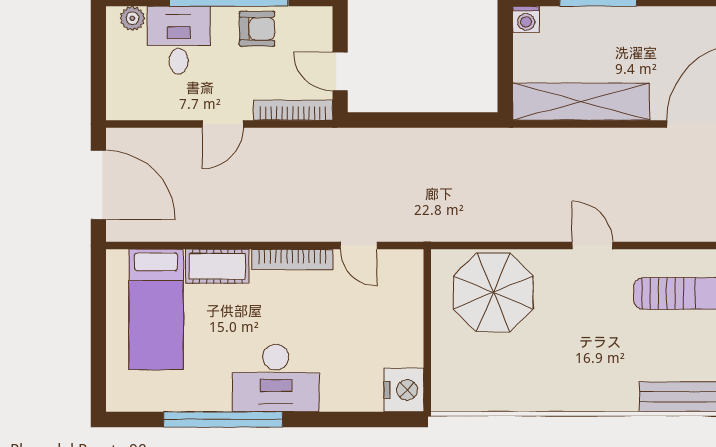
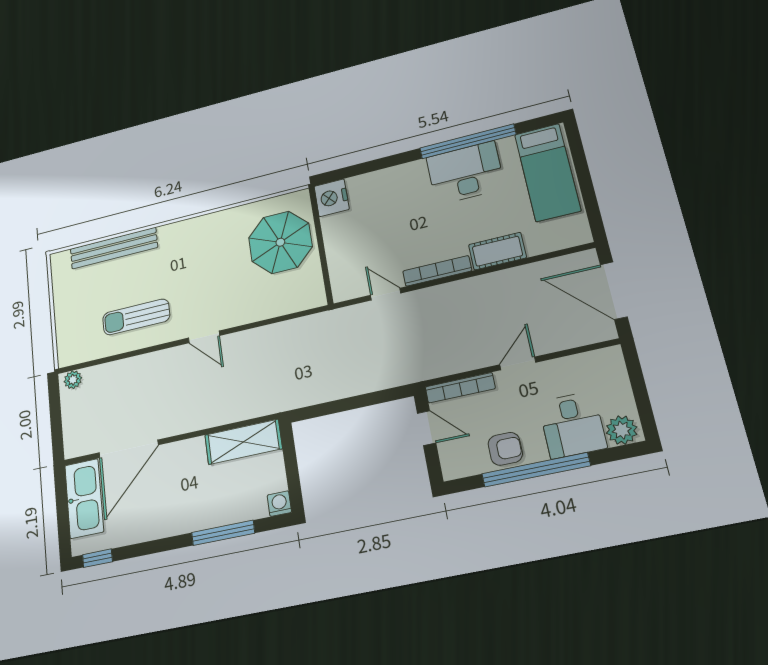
plant: (132, 18) -> (622, 430), width x1.38, depth x1.38
armchair: (257, 29) -> (505, 449), turned 180
shelving: (581, 102) -> (243, 442), width x0.68
parasol: (493, 292) -> (280, 242), moved
bed: (156, 309) -> (548, 172), moved, turned 180
desk: (276, 378) -> (465, 173), moved

